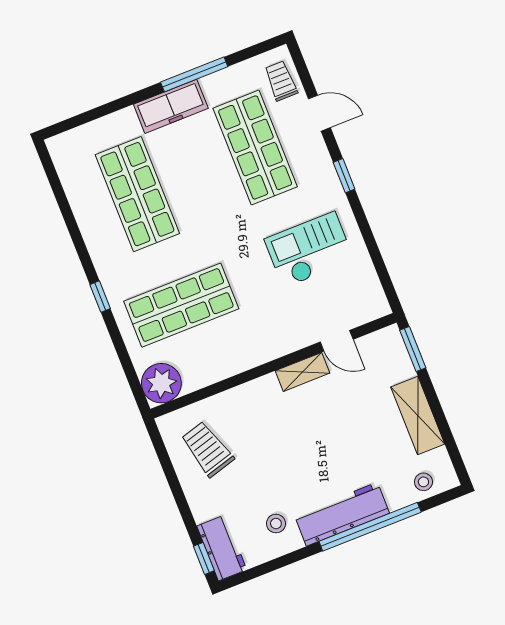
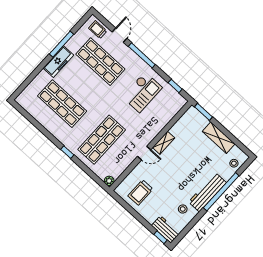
door: (319, 113) -> (120, 35), hinge flipped
window: (344, 176) -> (142, 55), width x2.17
checkout: (309, 250) -> (142, 92), turned 180
window: (381, 269) -> (175, 86), added
door: (337, 341) -> (144, 153), moved
plant: (161, 383) -> (109, 181), width x0.53, depth x0.53
trolley: (207, 449) -> (140, 192), turned -74

